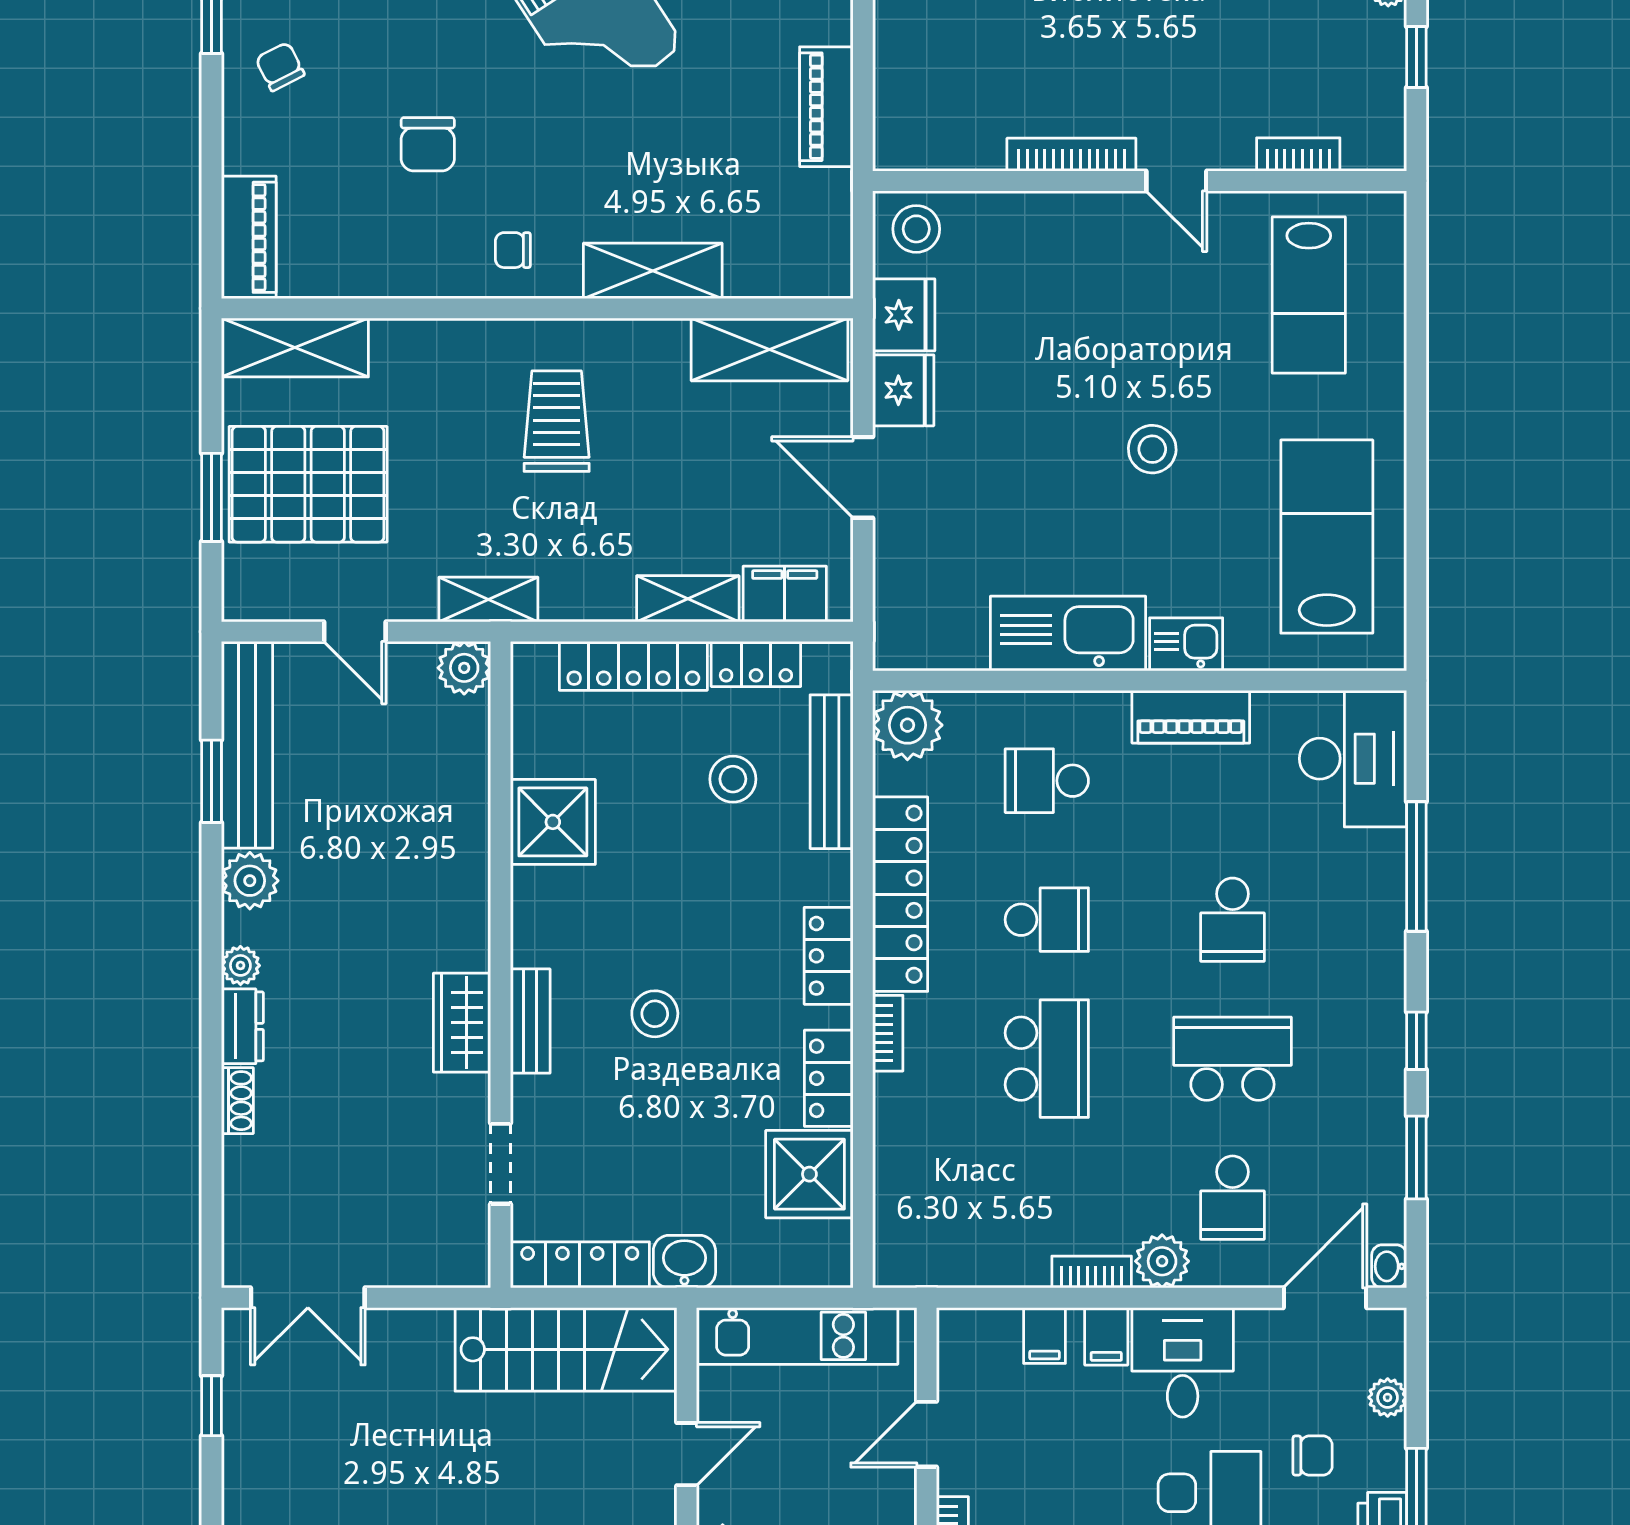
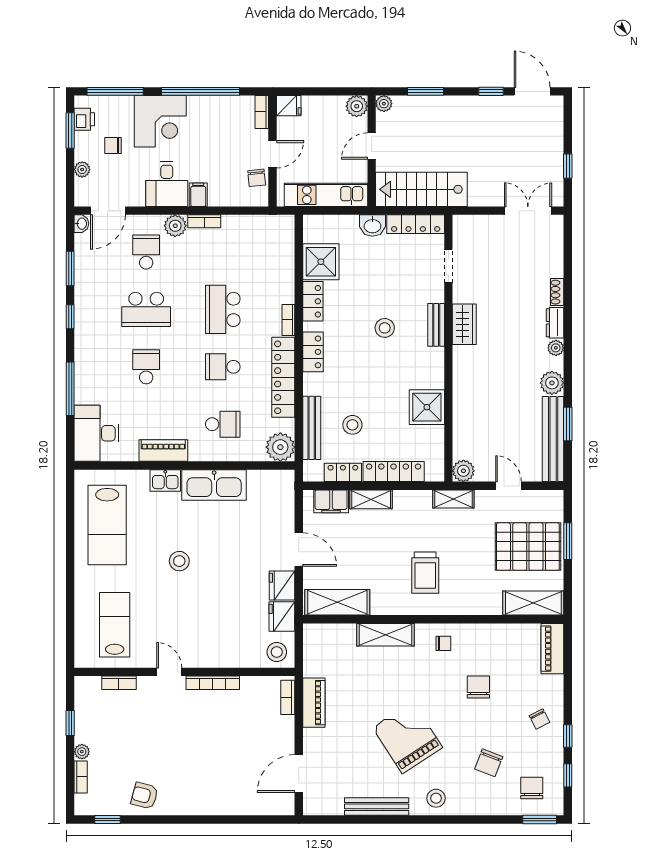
bookcase: (889, 119) -> (288, 697), added
filing cabinet: (1045, 1335) -> (224, 195), removed
chair: (965, 1377) -> (257, 178), added

